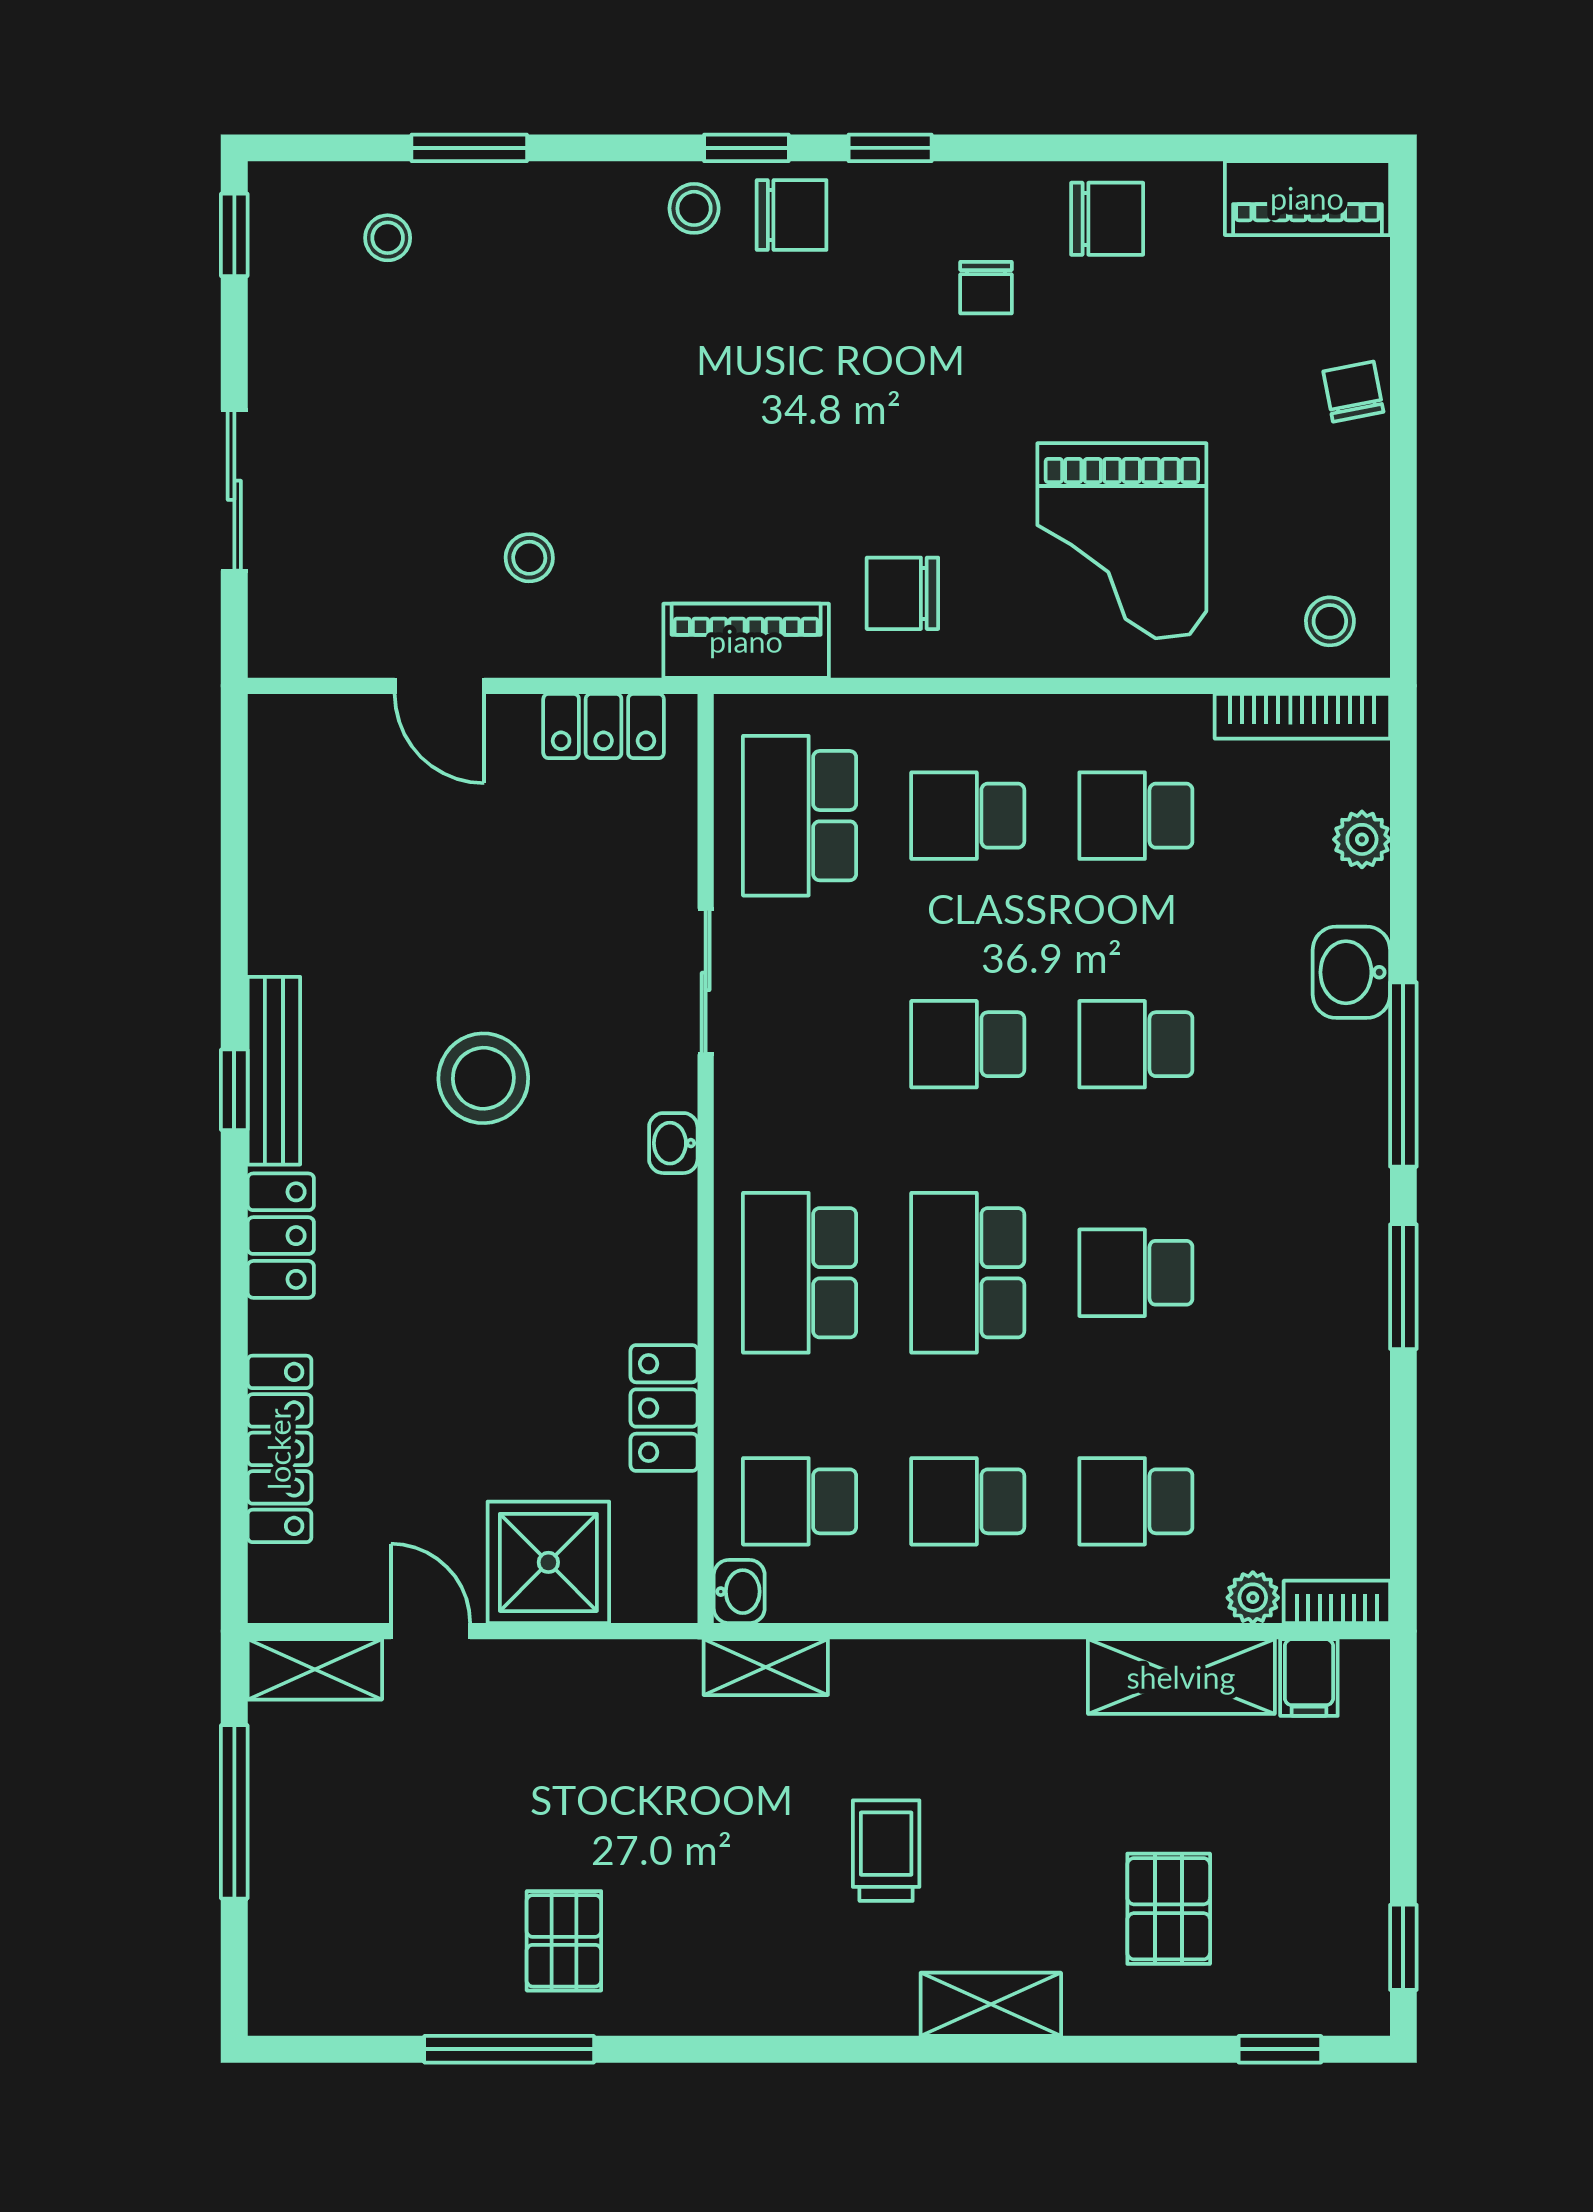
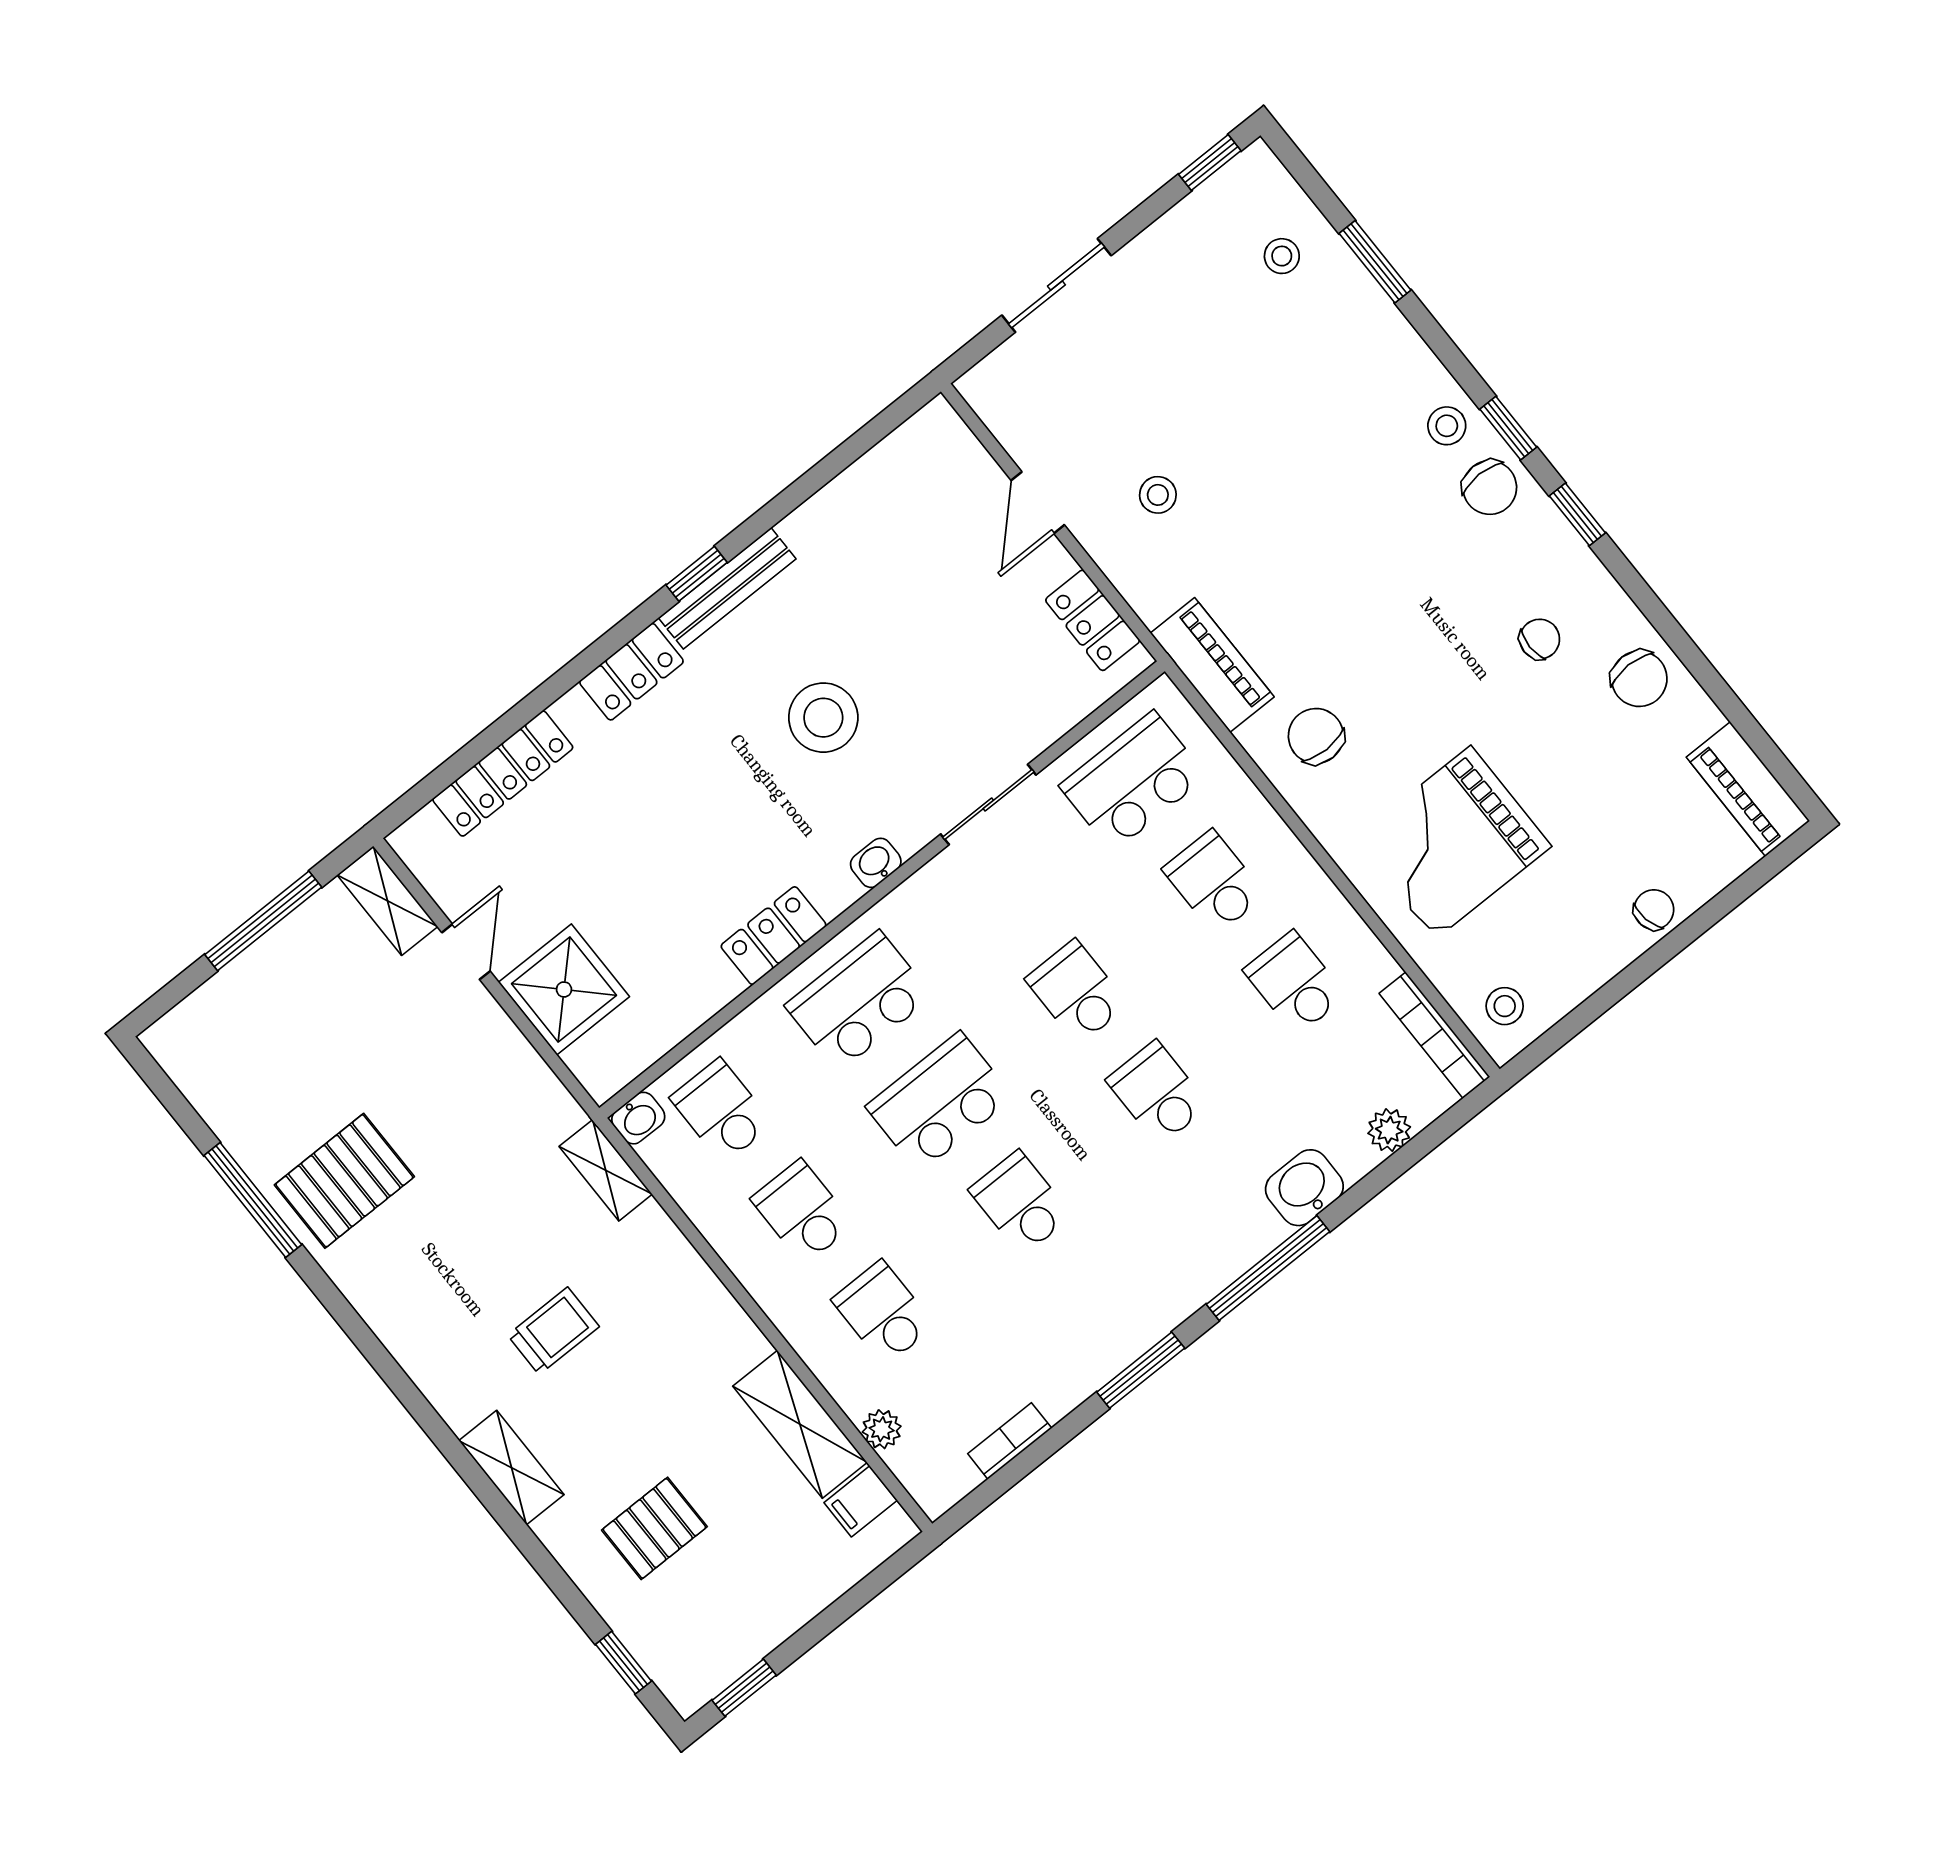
chair: (986, 288) -> (1540, 639), turned 180
locker: (664, 1408) -> (774, 936), moved
bookcase: (1337, 1602) -> (1010, 1441), moved, turned -90
pallet: (564, 1941) -> (344, 1181), width x1.50, depth x1.42

